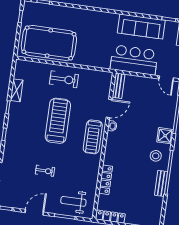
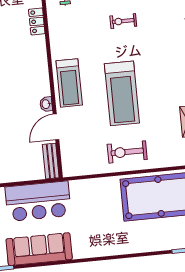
treadmill: (93, 137) -> (69, 83), turned 180
locker: (106, 180) -> (37, 21), width x0.66

